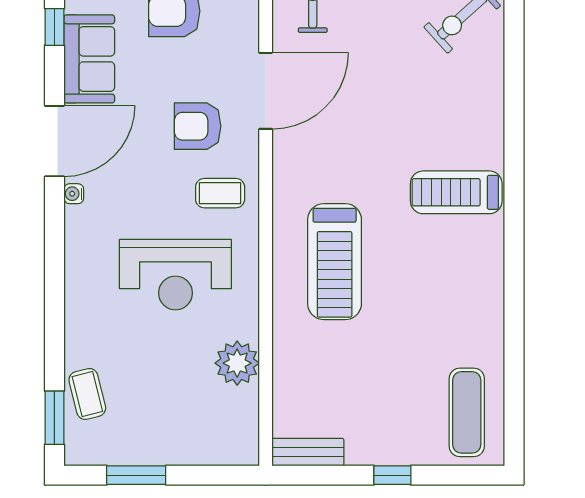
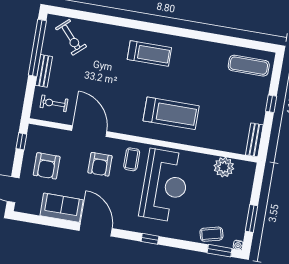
window: (54, 27) -> (150, 239), moved
treadmill: (456, 192) -> (149, 53), turned -90
water cooler: (74, 194) -> (238, 245), moved
reception desk: (175, 275) -> (165, 186), width x1.36, depth x1.30
plant: (237, 363) -> (224, 167), moved

